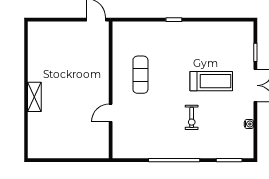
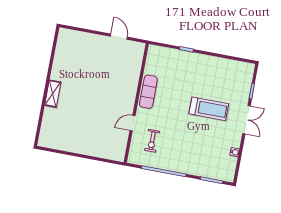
wall: (111, 90) -> (136, 103), moved
door: (111, 113) -> (132, 123), moved
exercise bike: (192, 117) -> (152, 141), moved

